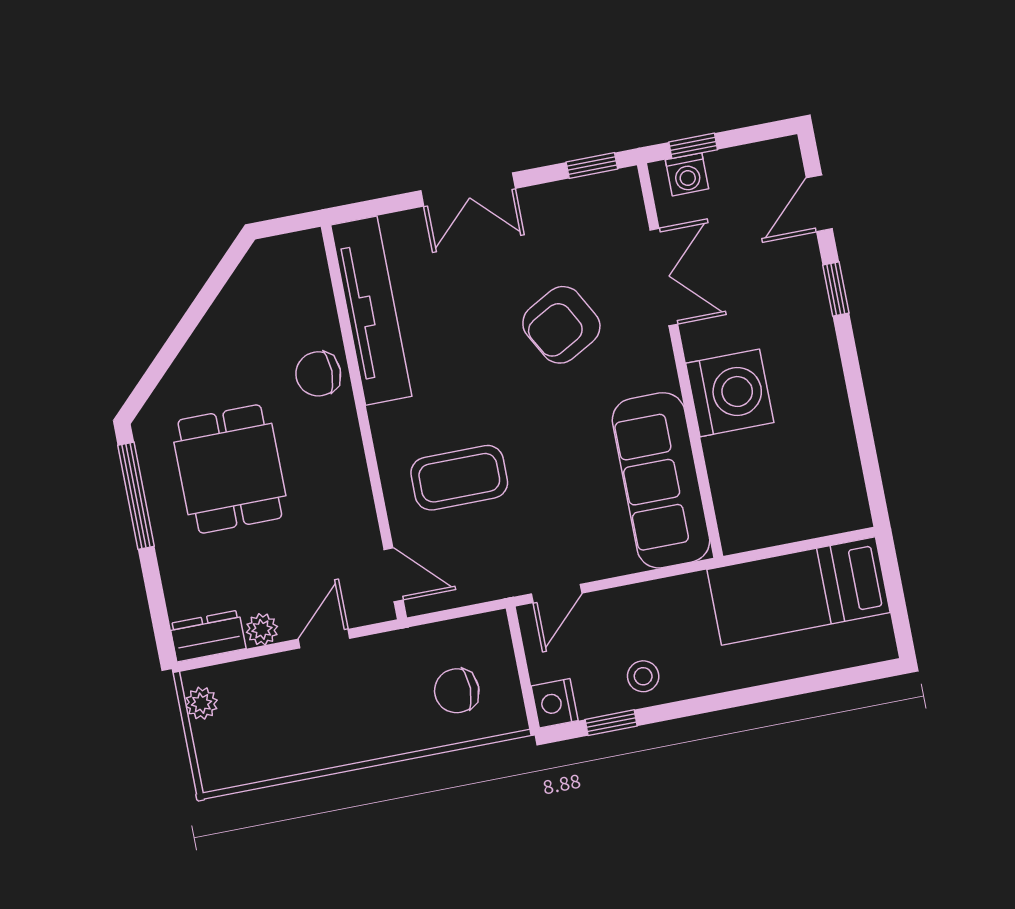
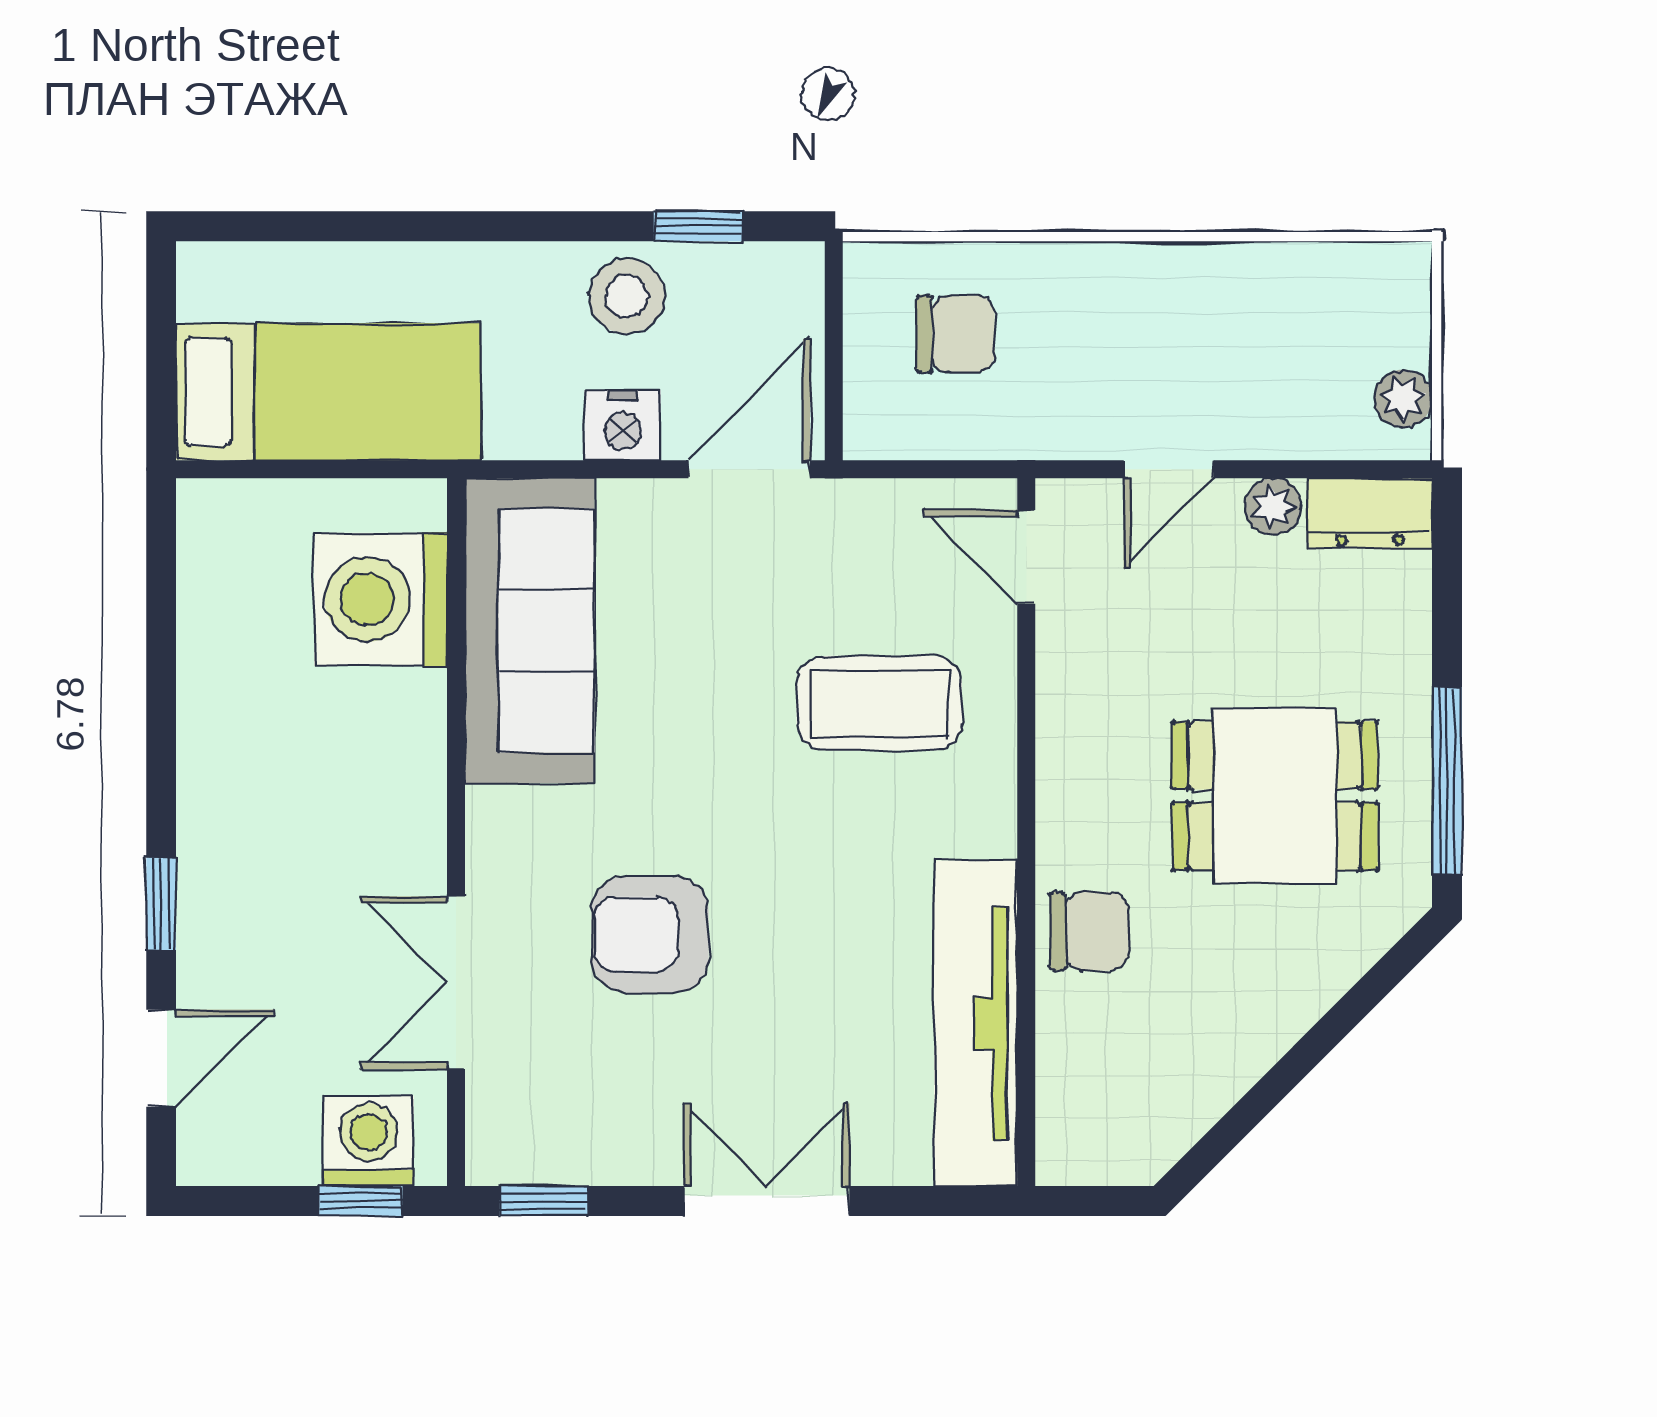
washing machine: (687, 174) -> (369, 1141), width x1.38, depth x1.38
armchair: (561, 325) -> (650, 934), turned -151
washing machine: (730, 393) -> (381, 599), moved
dining table: (230, 469) -> (1275, 796), turned 90
door: (557, 593) -> (749, 469), width x1.38
stool: (643, 676) -> (627, 296), width x1.37, depth x1.37
nightstand: (555, 703) -> (623, 425), moved, turned 90

